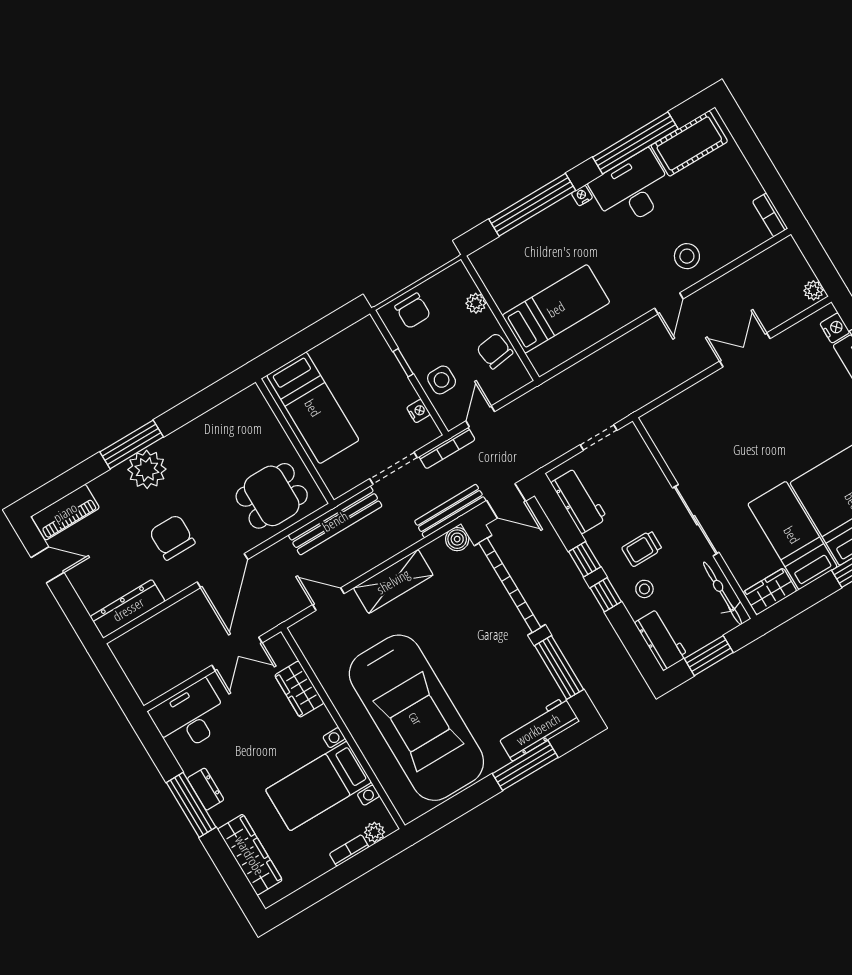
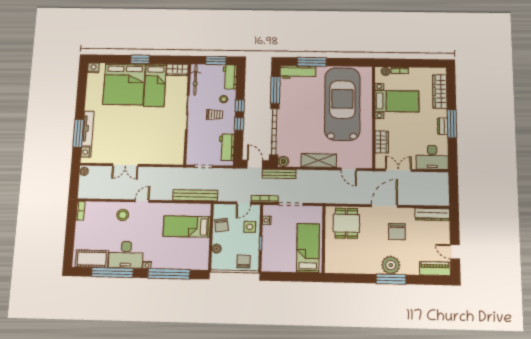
dining table: (272, 496) -> (346, 223), turned 90
bench: (335, 521) -> (195, 195), moved

